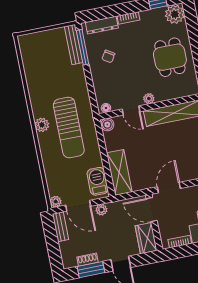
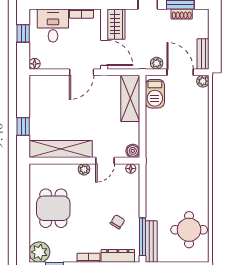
round table: (41, 62) -> (189, 230), added
door: (131, 110) -> (105, 161), swing flipped
plant: (42, 125) -> (201, 164), removed
sun lounger: (69, 128) -> (174, 156), removed

